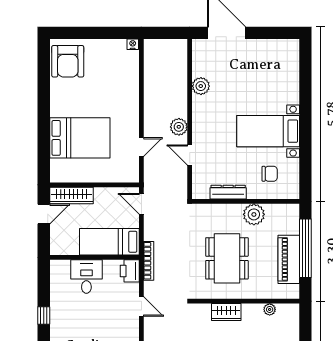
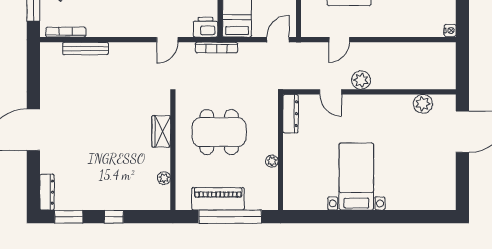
plant: (201, 86) -> (423, 104), moved
door: (141, 147) -> (339, 40), hinge flipped
door: (190, 155) -> (331, 92), swing flipped
chair: (270, 174) -> (310, 178), removed
dresser: (228, 192) -> (291, 114), moved
plant: (254, 214) -> (272, 161), width x0.53, depth x0.53

